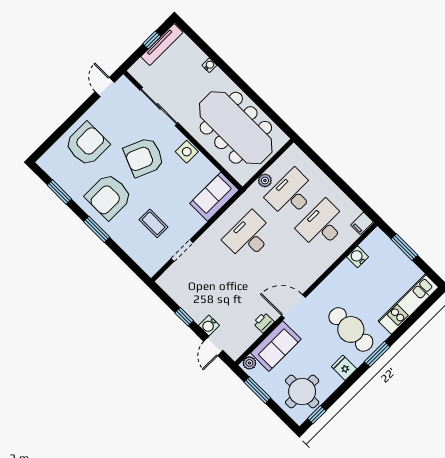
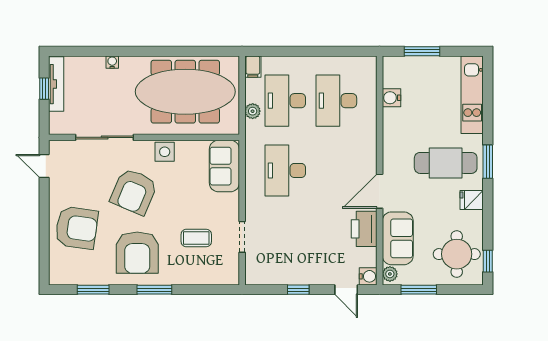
armchair: (87, 144) -> (76, 228), turned 98
filing cabinet: (362, 223) -> (253, 67), moved
printer: (264, 322) -> (364, 229), width x1.87, depth x1.48
water cooler: (209, 325) -> (368, 276), moved, turned -90

